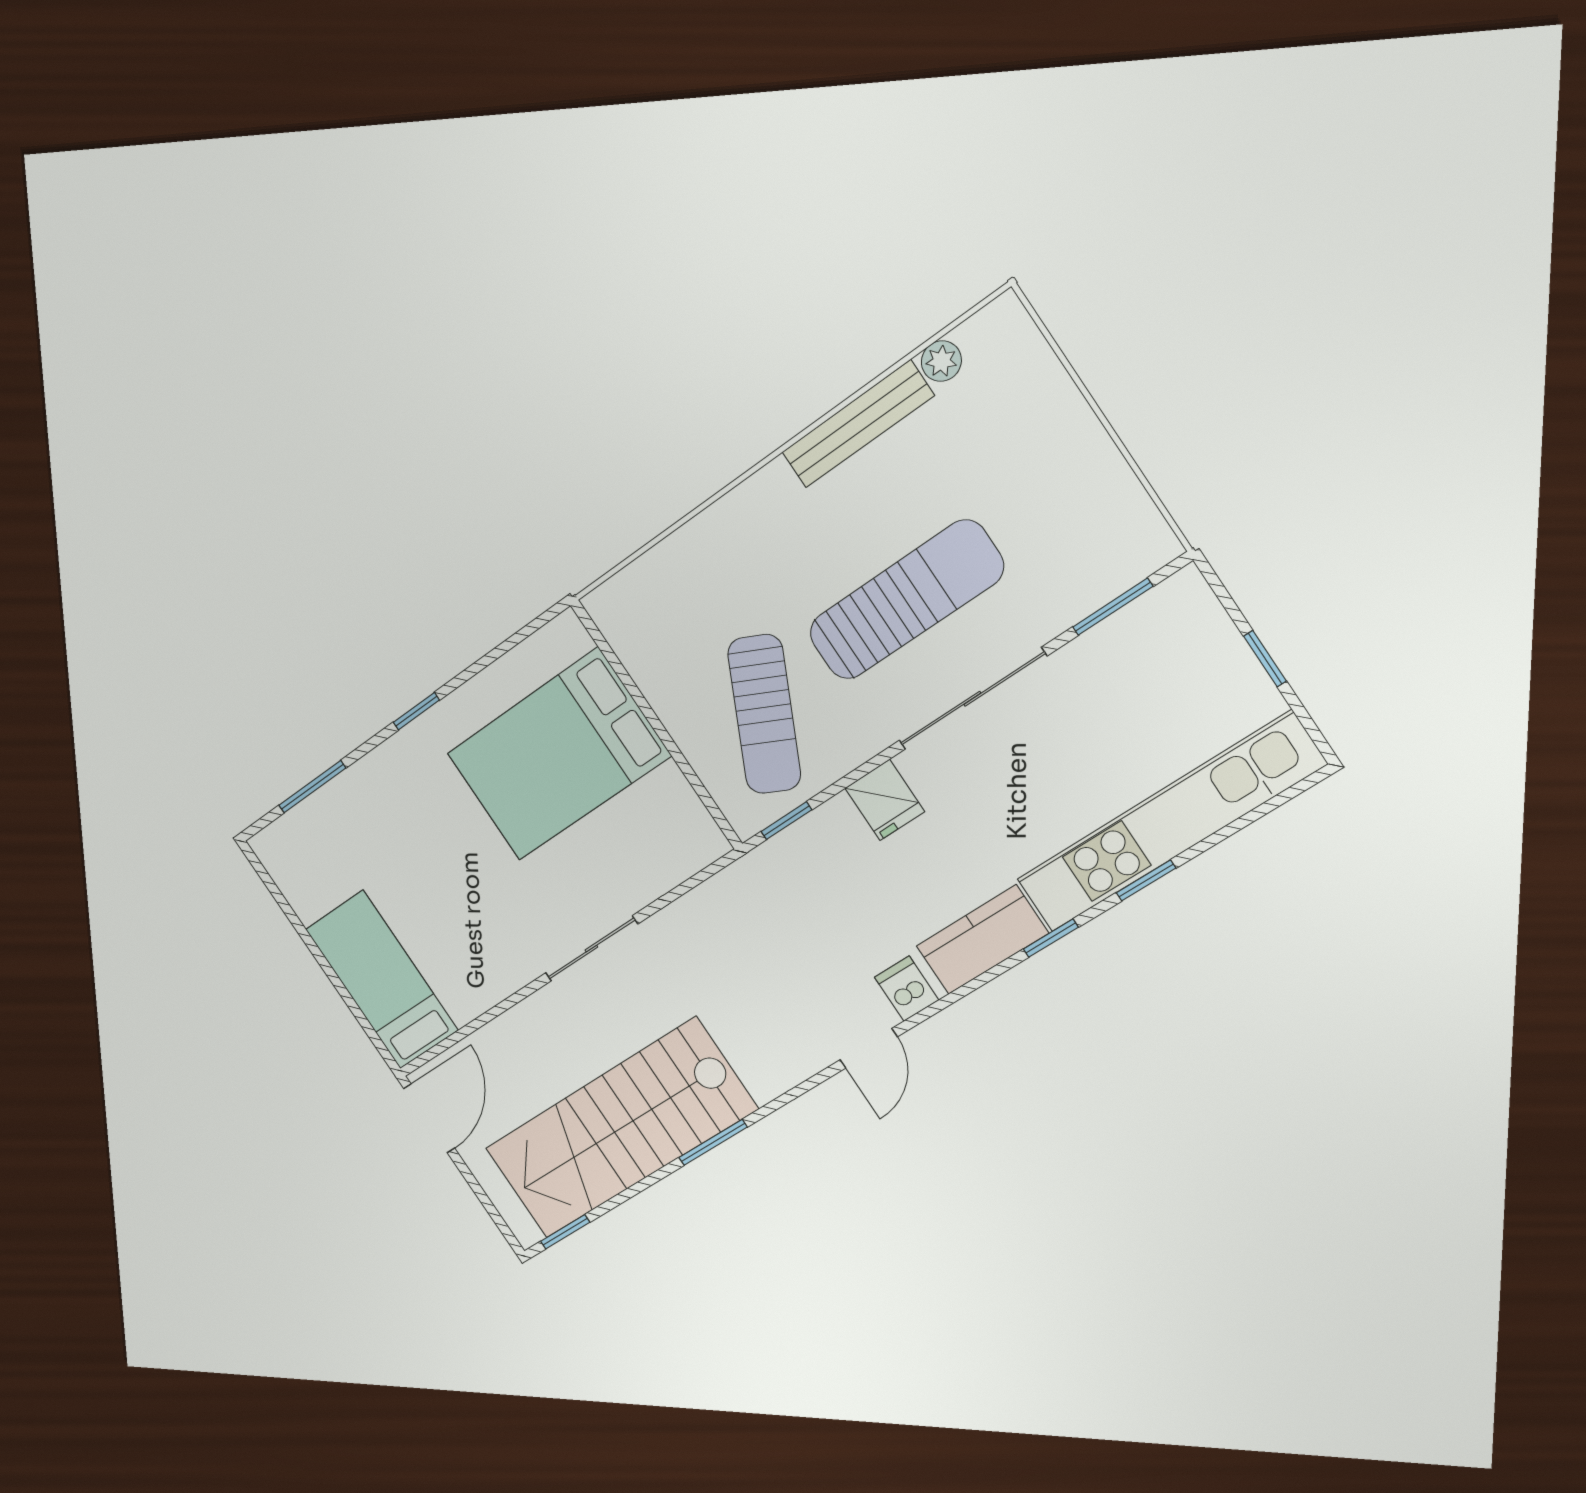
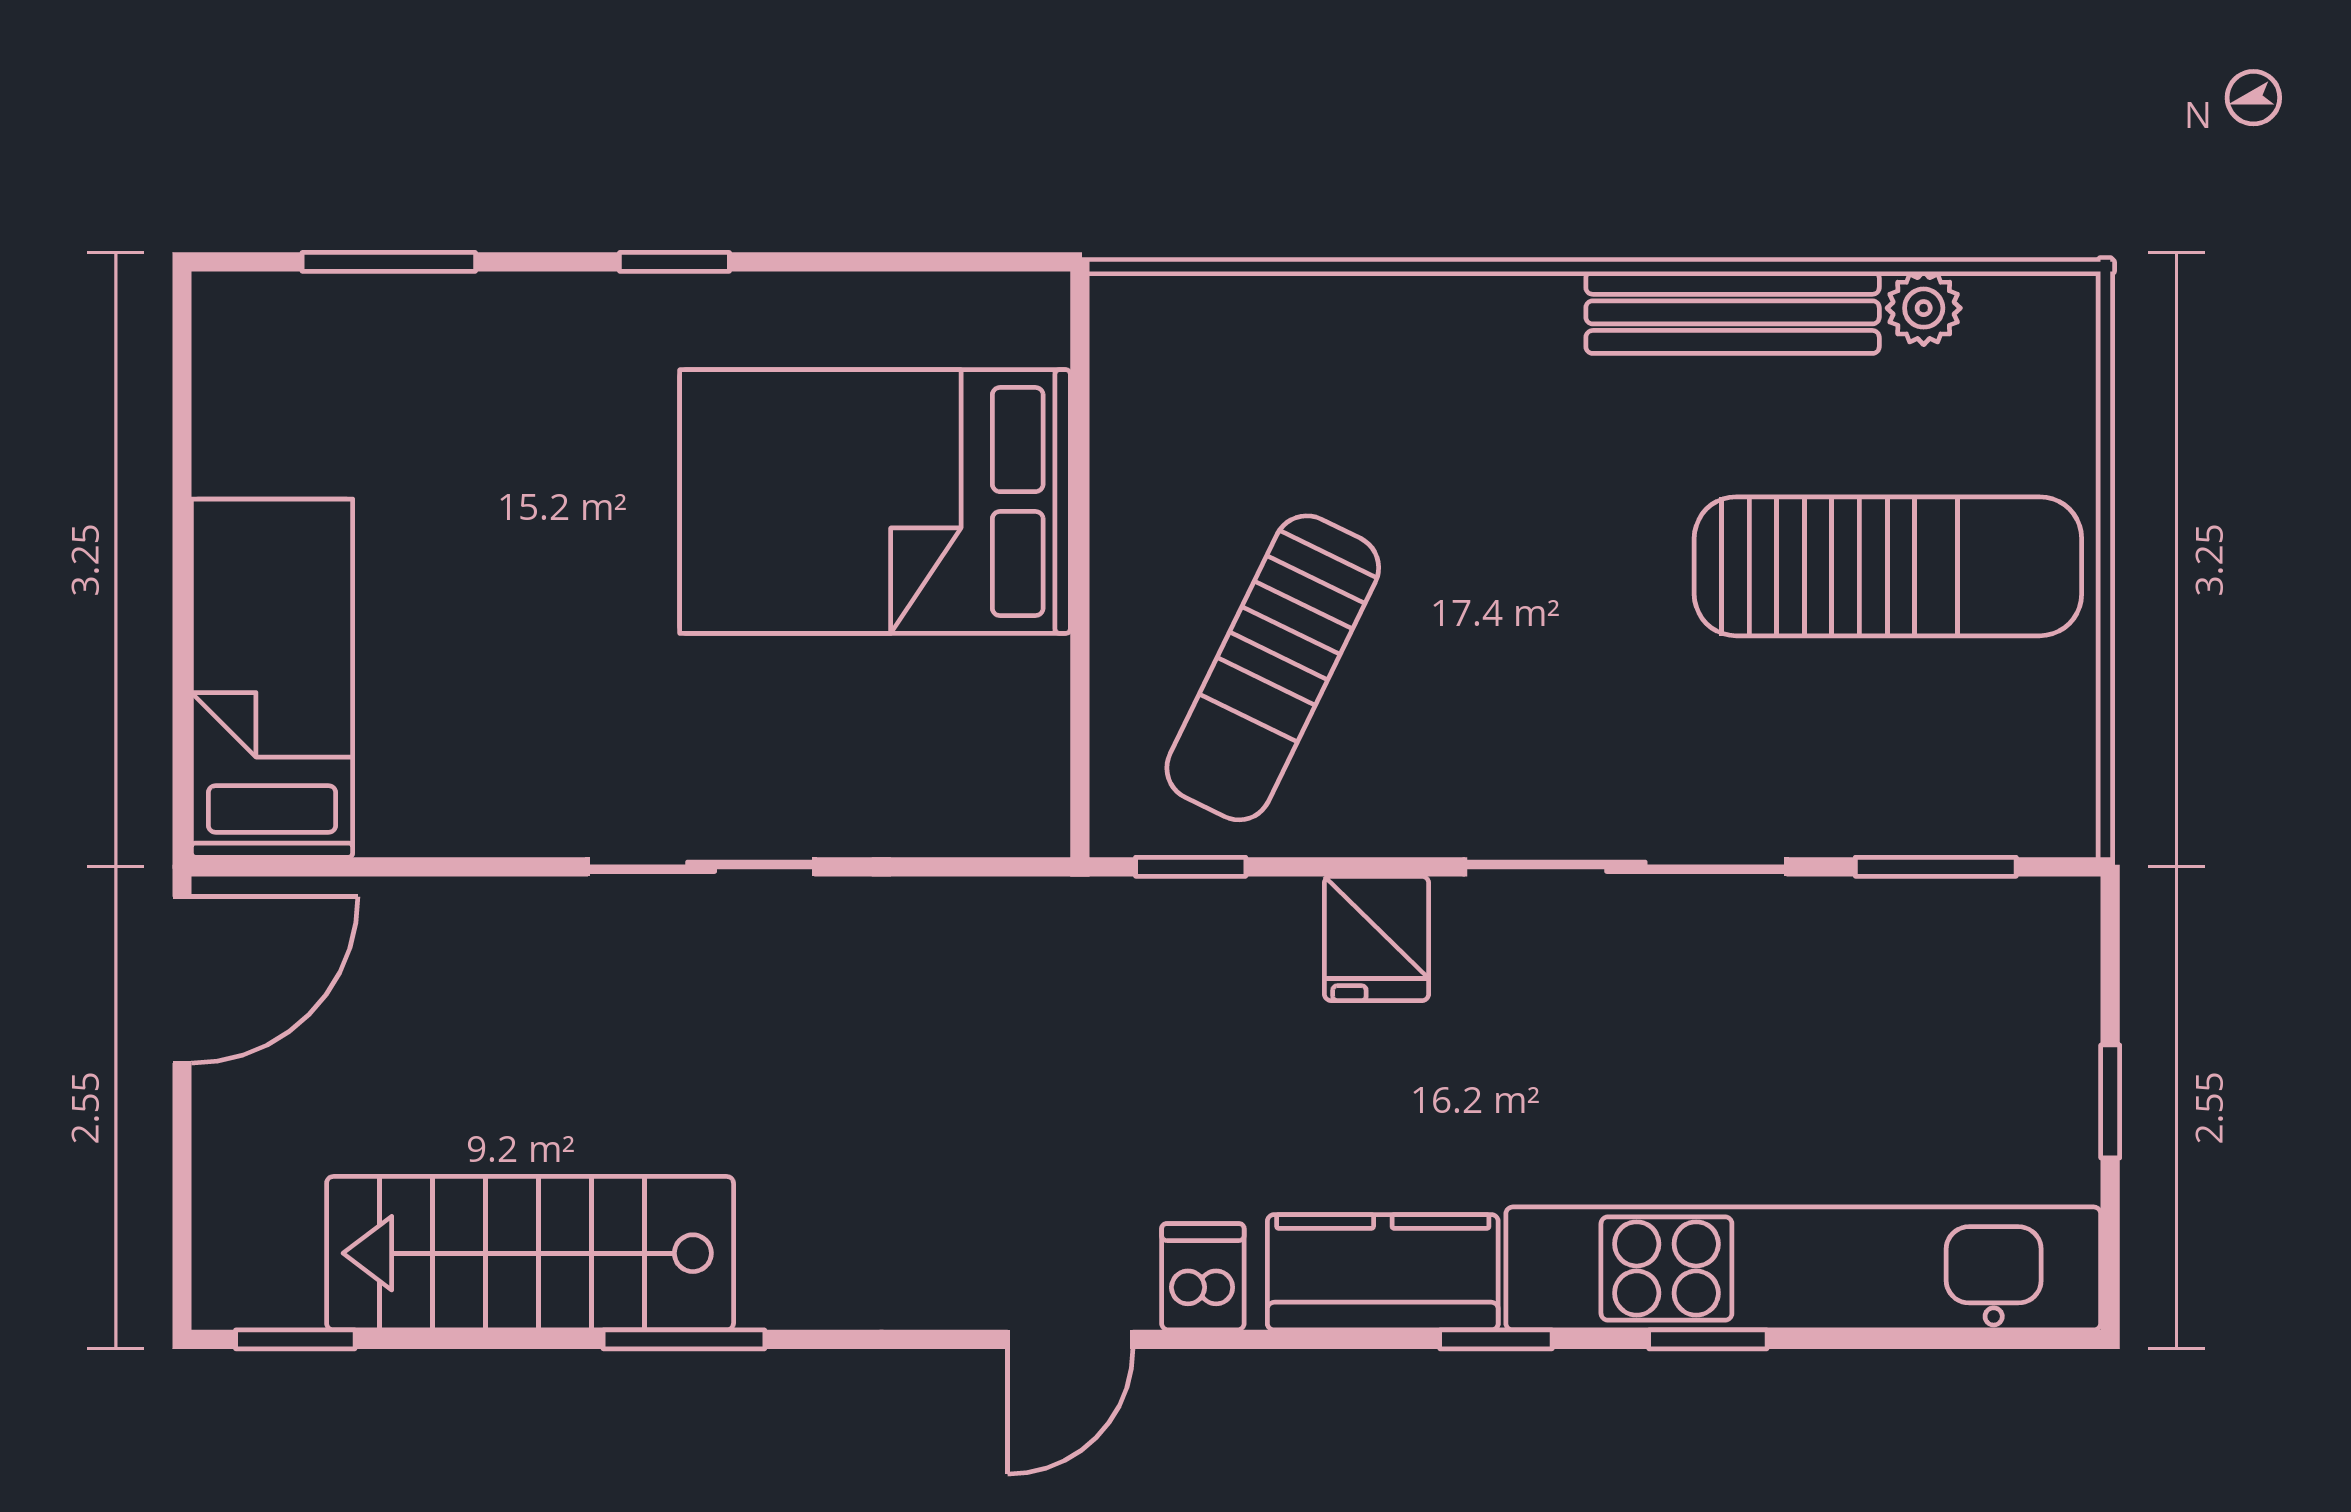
sun lounger: (906, 600) -> (1888, 566), moved
stairs: (620, 1129) -> (530, 1253), width x0.73, depth x0.66

